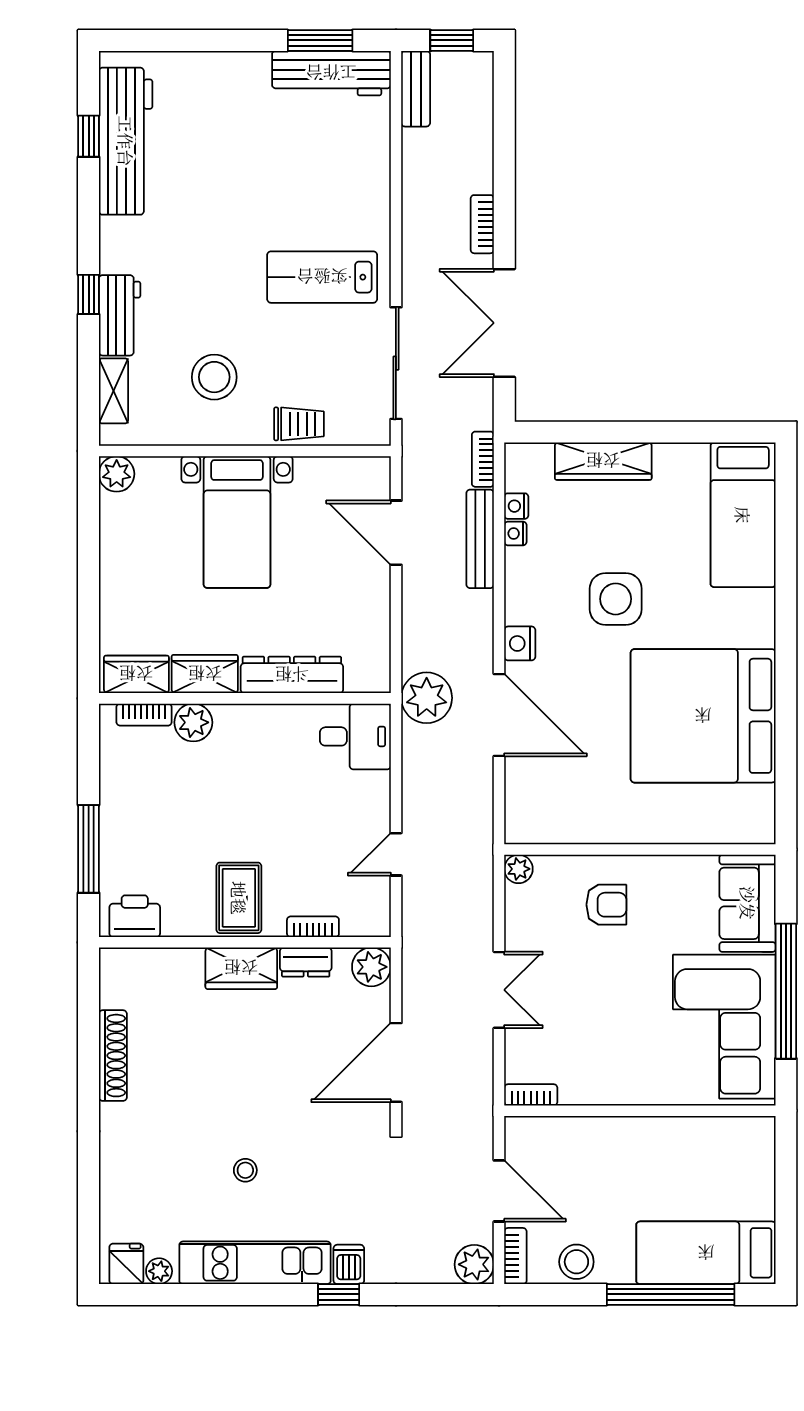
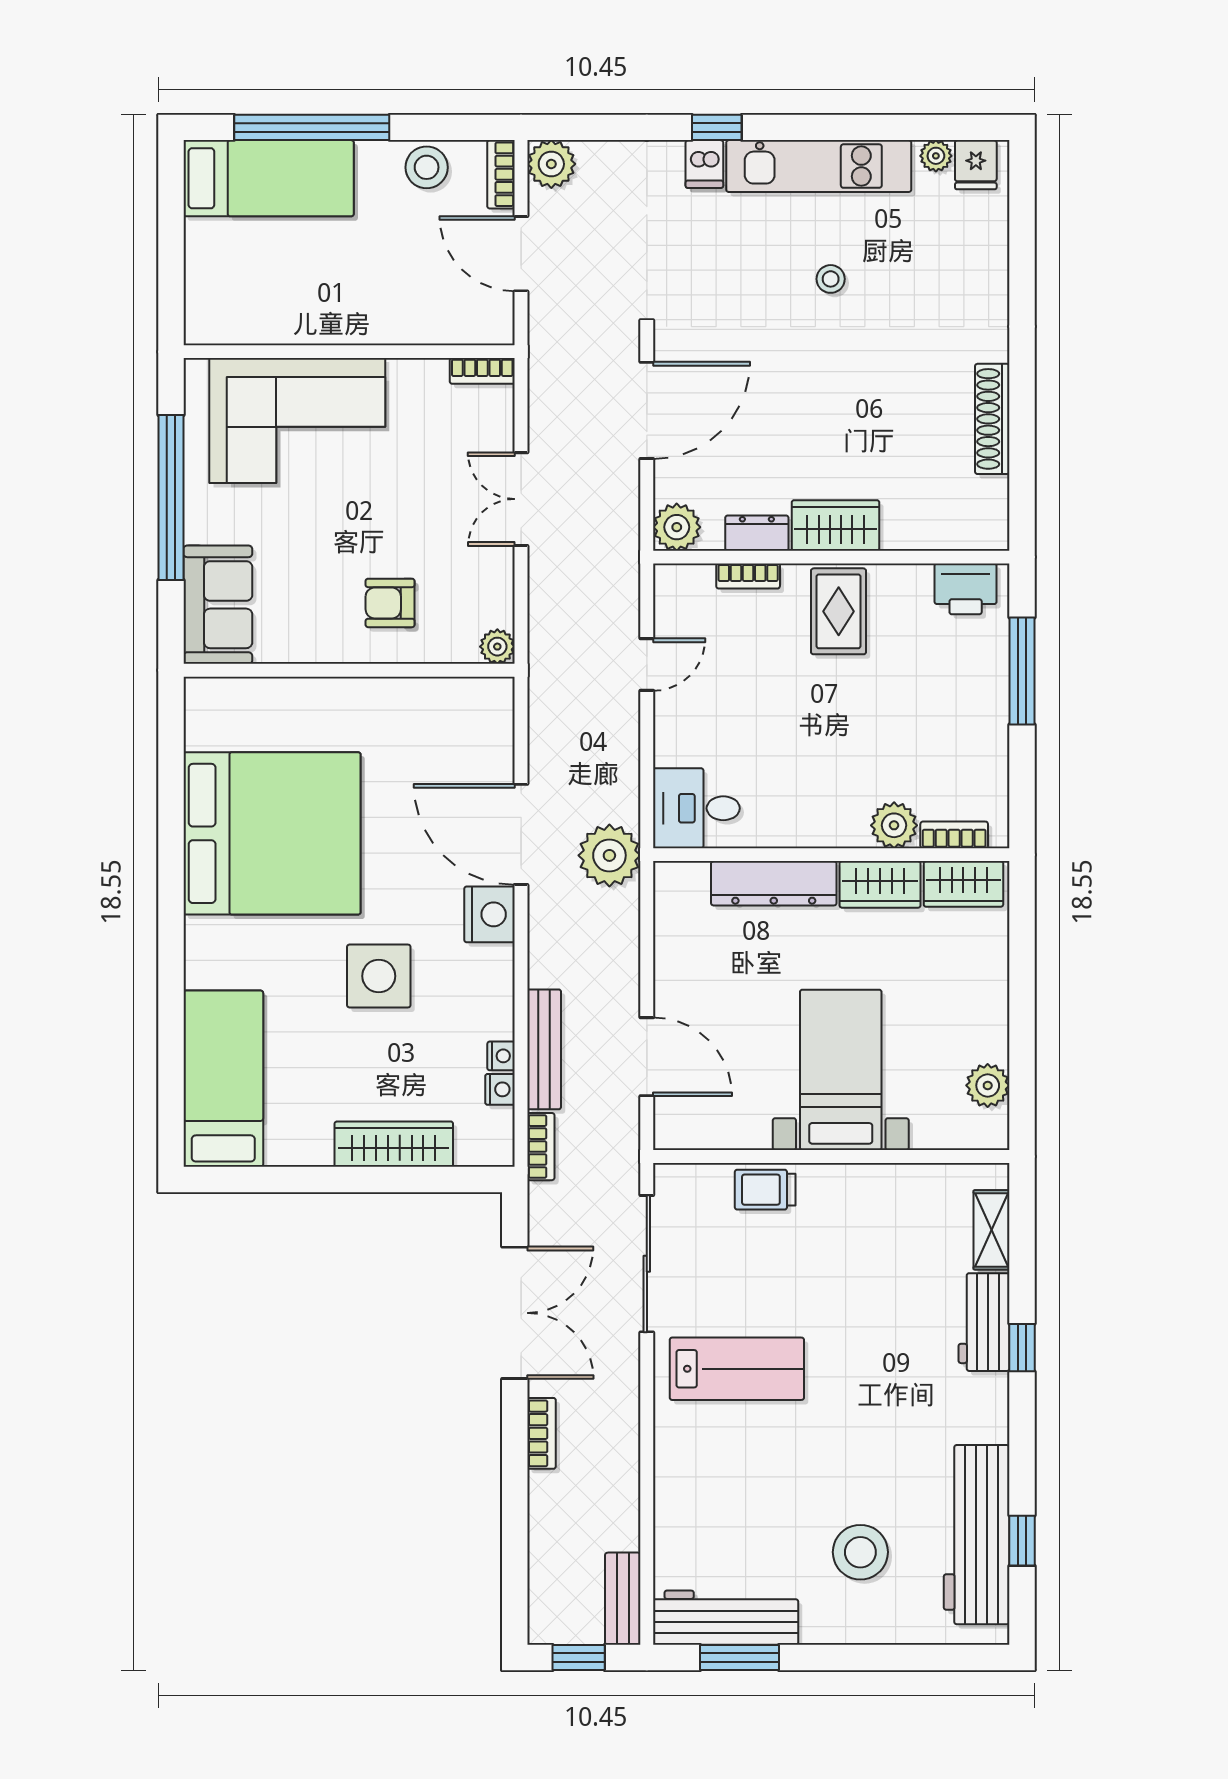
stool: (214, 377) -> (860, 1552), moved
plant: (117, 474) -> (988, 1085), moved
nightstand: (520, 643) -> (490, 914), width x1.36, depth x1.33
corner sofa: (724, 1027) -> (297, 421), moved, turned 90

